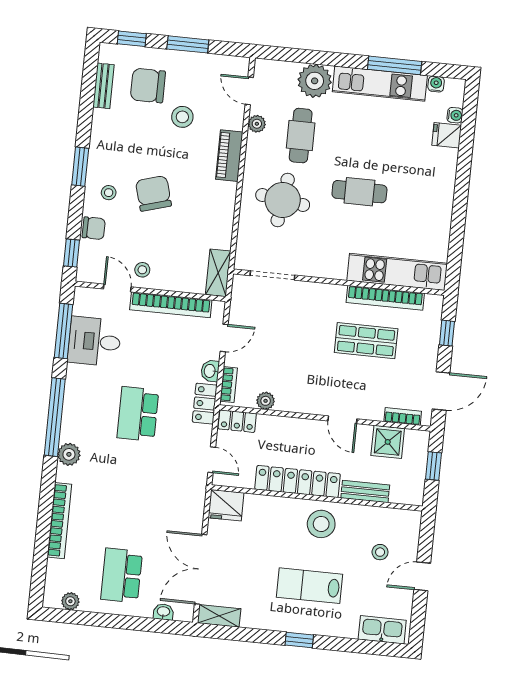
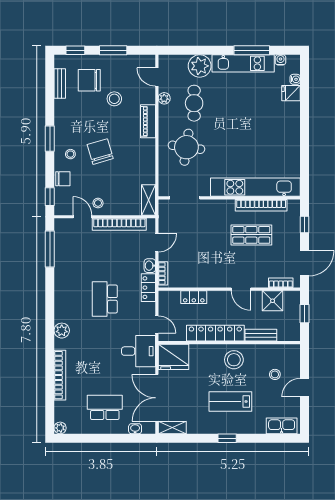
cafe table: (359, 192) -> (237, 137), removed
kitchen unit: (397, 272) -> (255, 187), width x1.36
desk: (94, 341) -> (139, 351), moved, turned 180
plant: (266, 401) -> (189, 282), removed
window: (55, 417) -> (50, 307), removed
locker: (237, 421) -> (194, 297), moved
fridge: (226, 505) -> (173, 357), width x1.36, depth x1.34
school desk: (122, 575) -> (105, 407), turned 90
plant: (70, 601) -> (60, 428), moved

